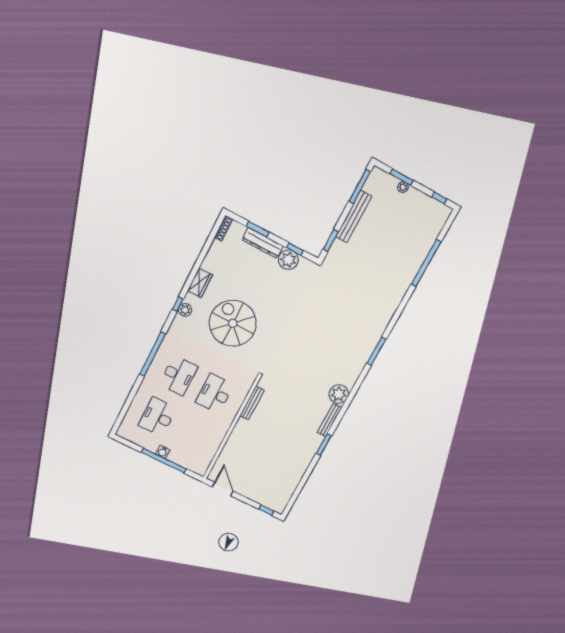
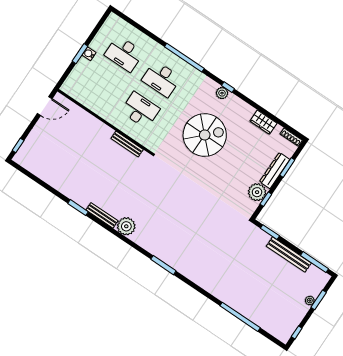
wardrobe: (200, 283) -> (263, 122), moved
desk: (157, 417) -> (124, 54), turned 180
window: (164, 461) -> (80, 54), width x0.47

